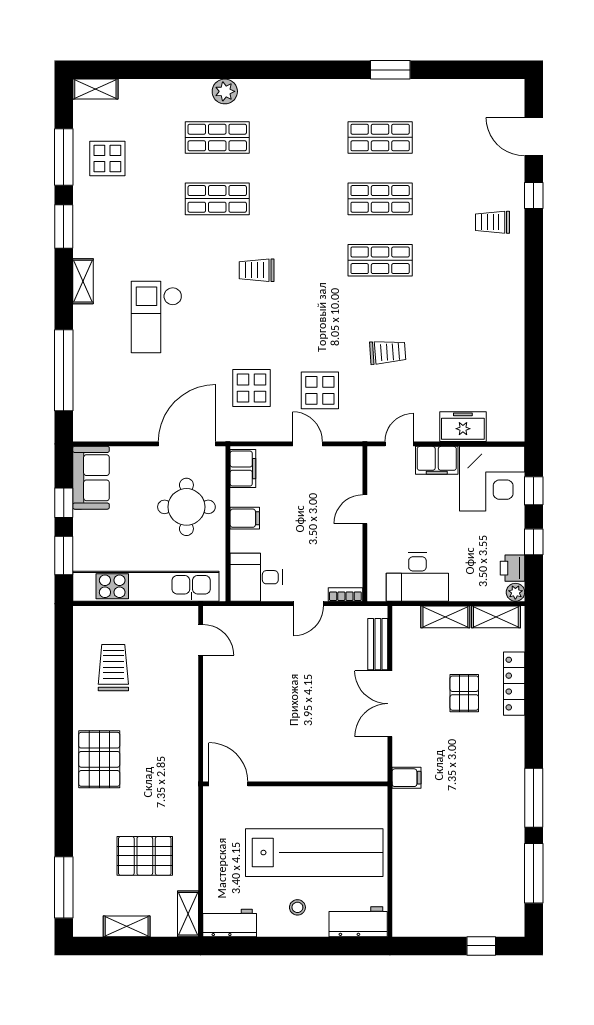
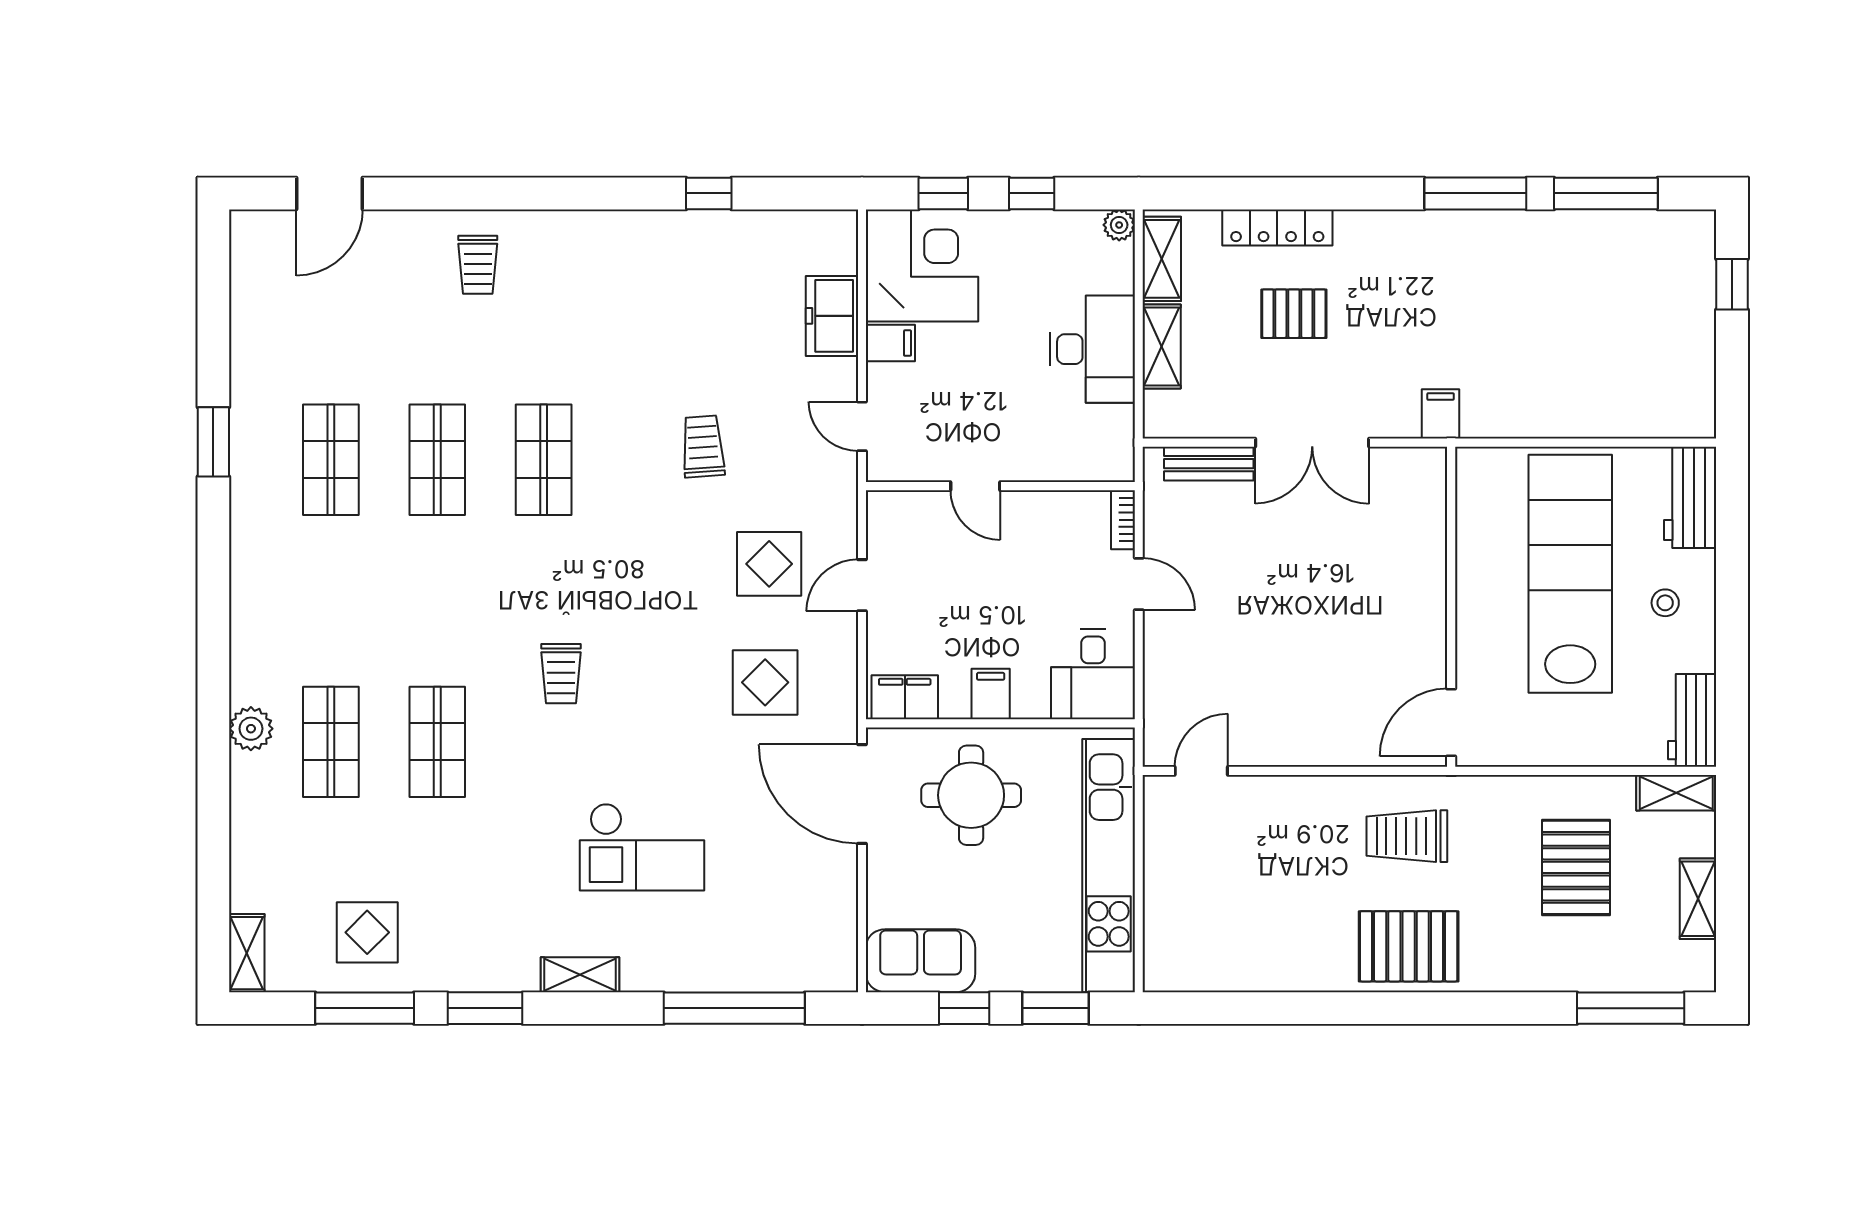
window: (534, 195) -> (709, 193), moved
filing cabinet: (437, 460) -> (890, 343), width x0.50
printer: (512, 568) -> (1077, 230), removed
desk: (417, 577) -> (1093, 349), moved
trolley: (113, 668) -> (1407, 836), moved

